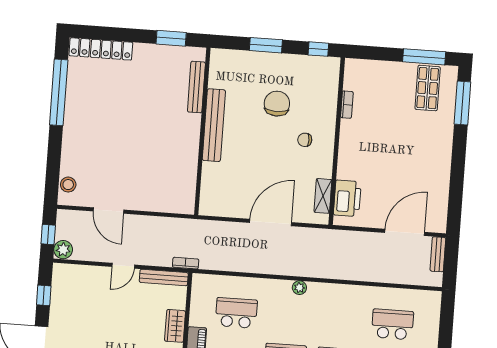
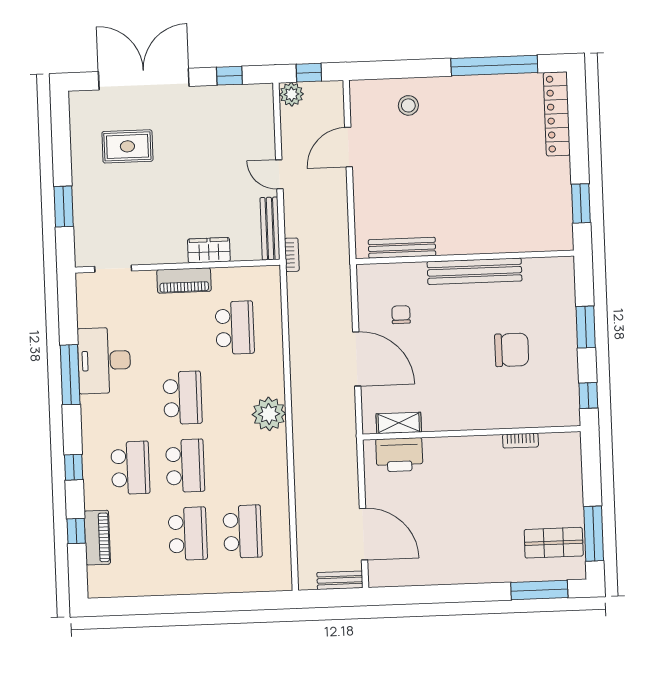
bench: (196, 87) -> (402, 248), moved
chair: (305, 140) -> (401, 315), moved
stool: (68, 185) -> (408, 105), moved
plant: (299, 288) -> (269, 414), width x1.88, depth x1.88

